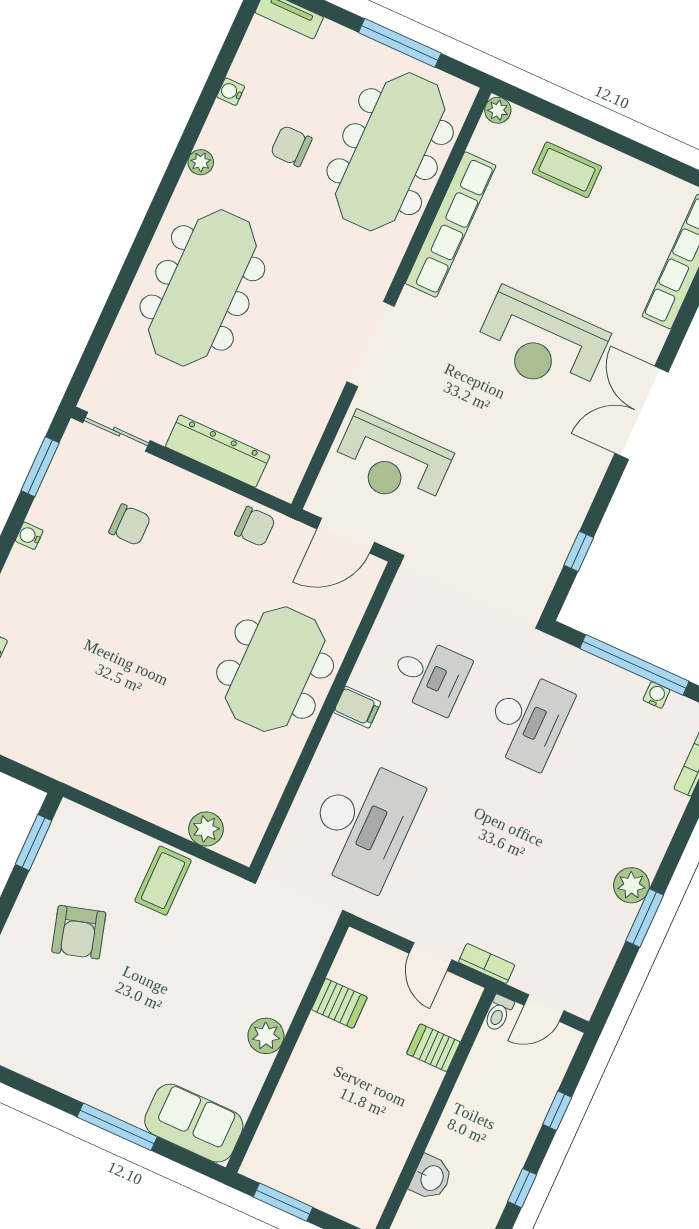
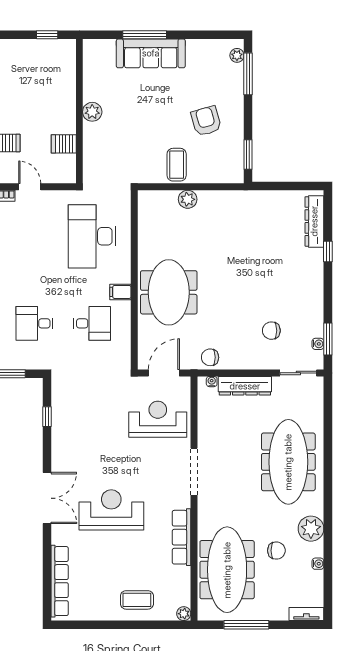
plant: (201, 162) -> (311, 529), width x1.88, depth x1.88
row of seats: (451, 225) -> (182, 537), width x0.73
water cooler: (271, 484) -> (212, 382), added
water cooler: (29, 536) -> (318, 344), moved
desk: (430, 676) -> (92, 323), turned 180
desk: (528, 720) -> (34, 323), width x0.73
plant: (206, 829) -> (188, 199), moved
sofa: (194, 1123) -> (151, 53), moved, width x1.36
window: (283, 1202) -> (47, 35), width x0.67

